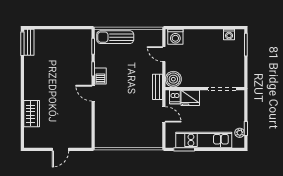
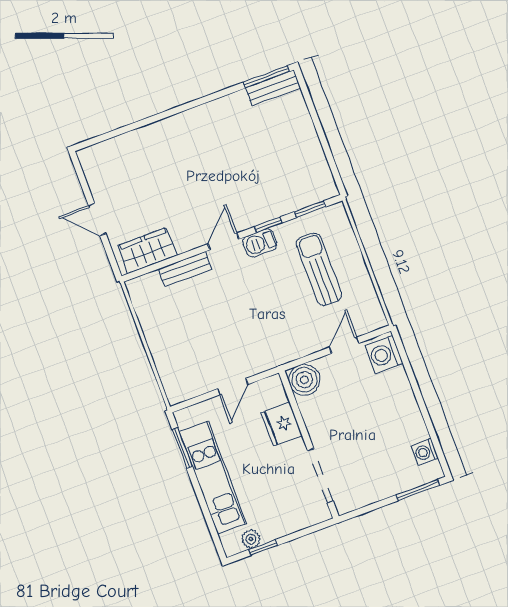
sun lounger: (115, 37) -> (319, 269), moved
bench: (158, 87) -> (185, 269), moved
dishwasher: (175, 97) -> (273, 395), removed
wardrobe: (32, 114) -> (147, 251), moved, turned 180

